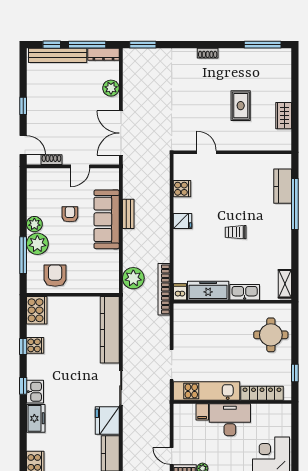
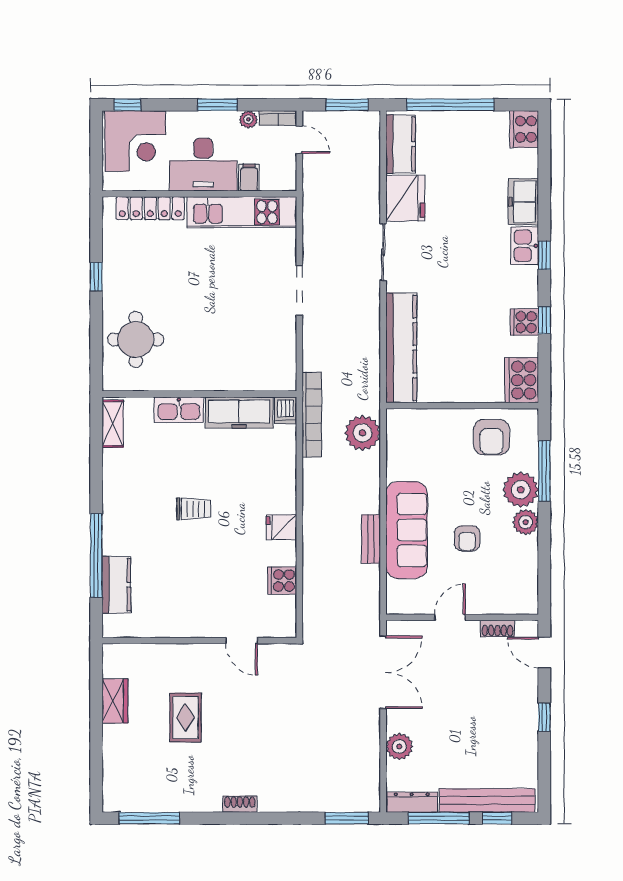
kitchen unit: (206, 391) -> (242, 212), moved
locker: (262, 393) -> (150, 208), moved
wall: (232, 402) -> (199, 194), moved
filing cabinet: (202, 412) -> (249, 178), moved
desk: (230, 420) -> (203, 165), moved

